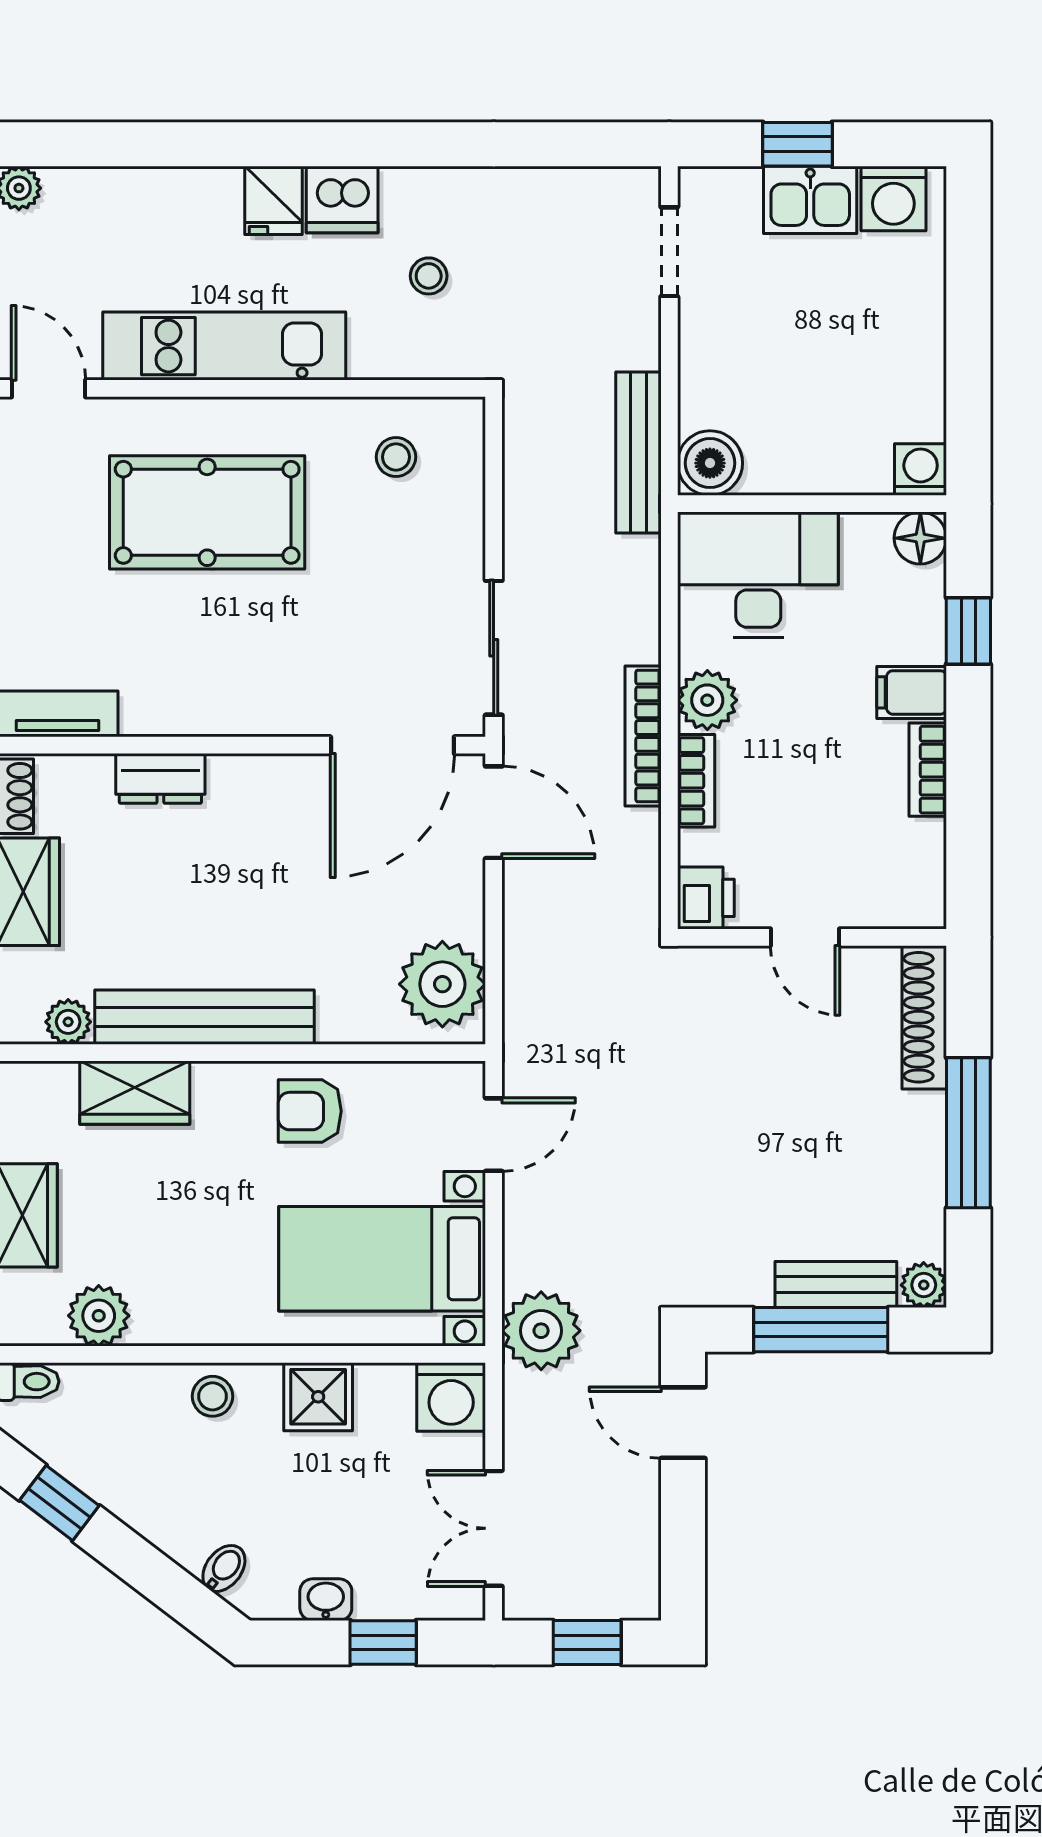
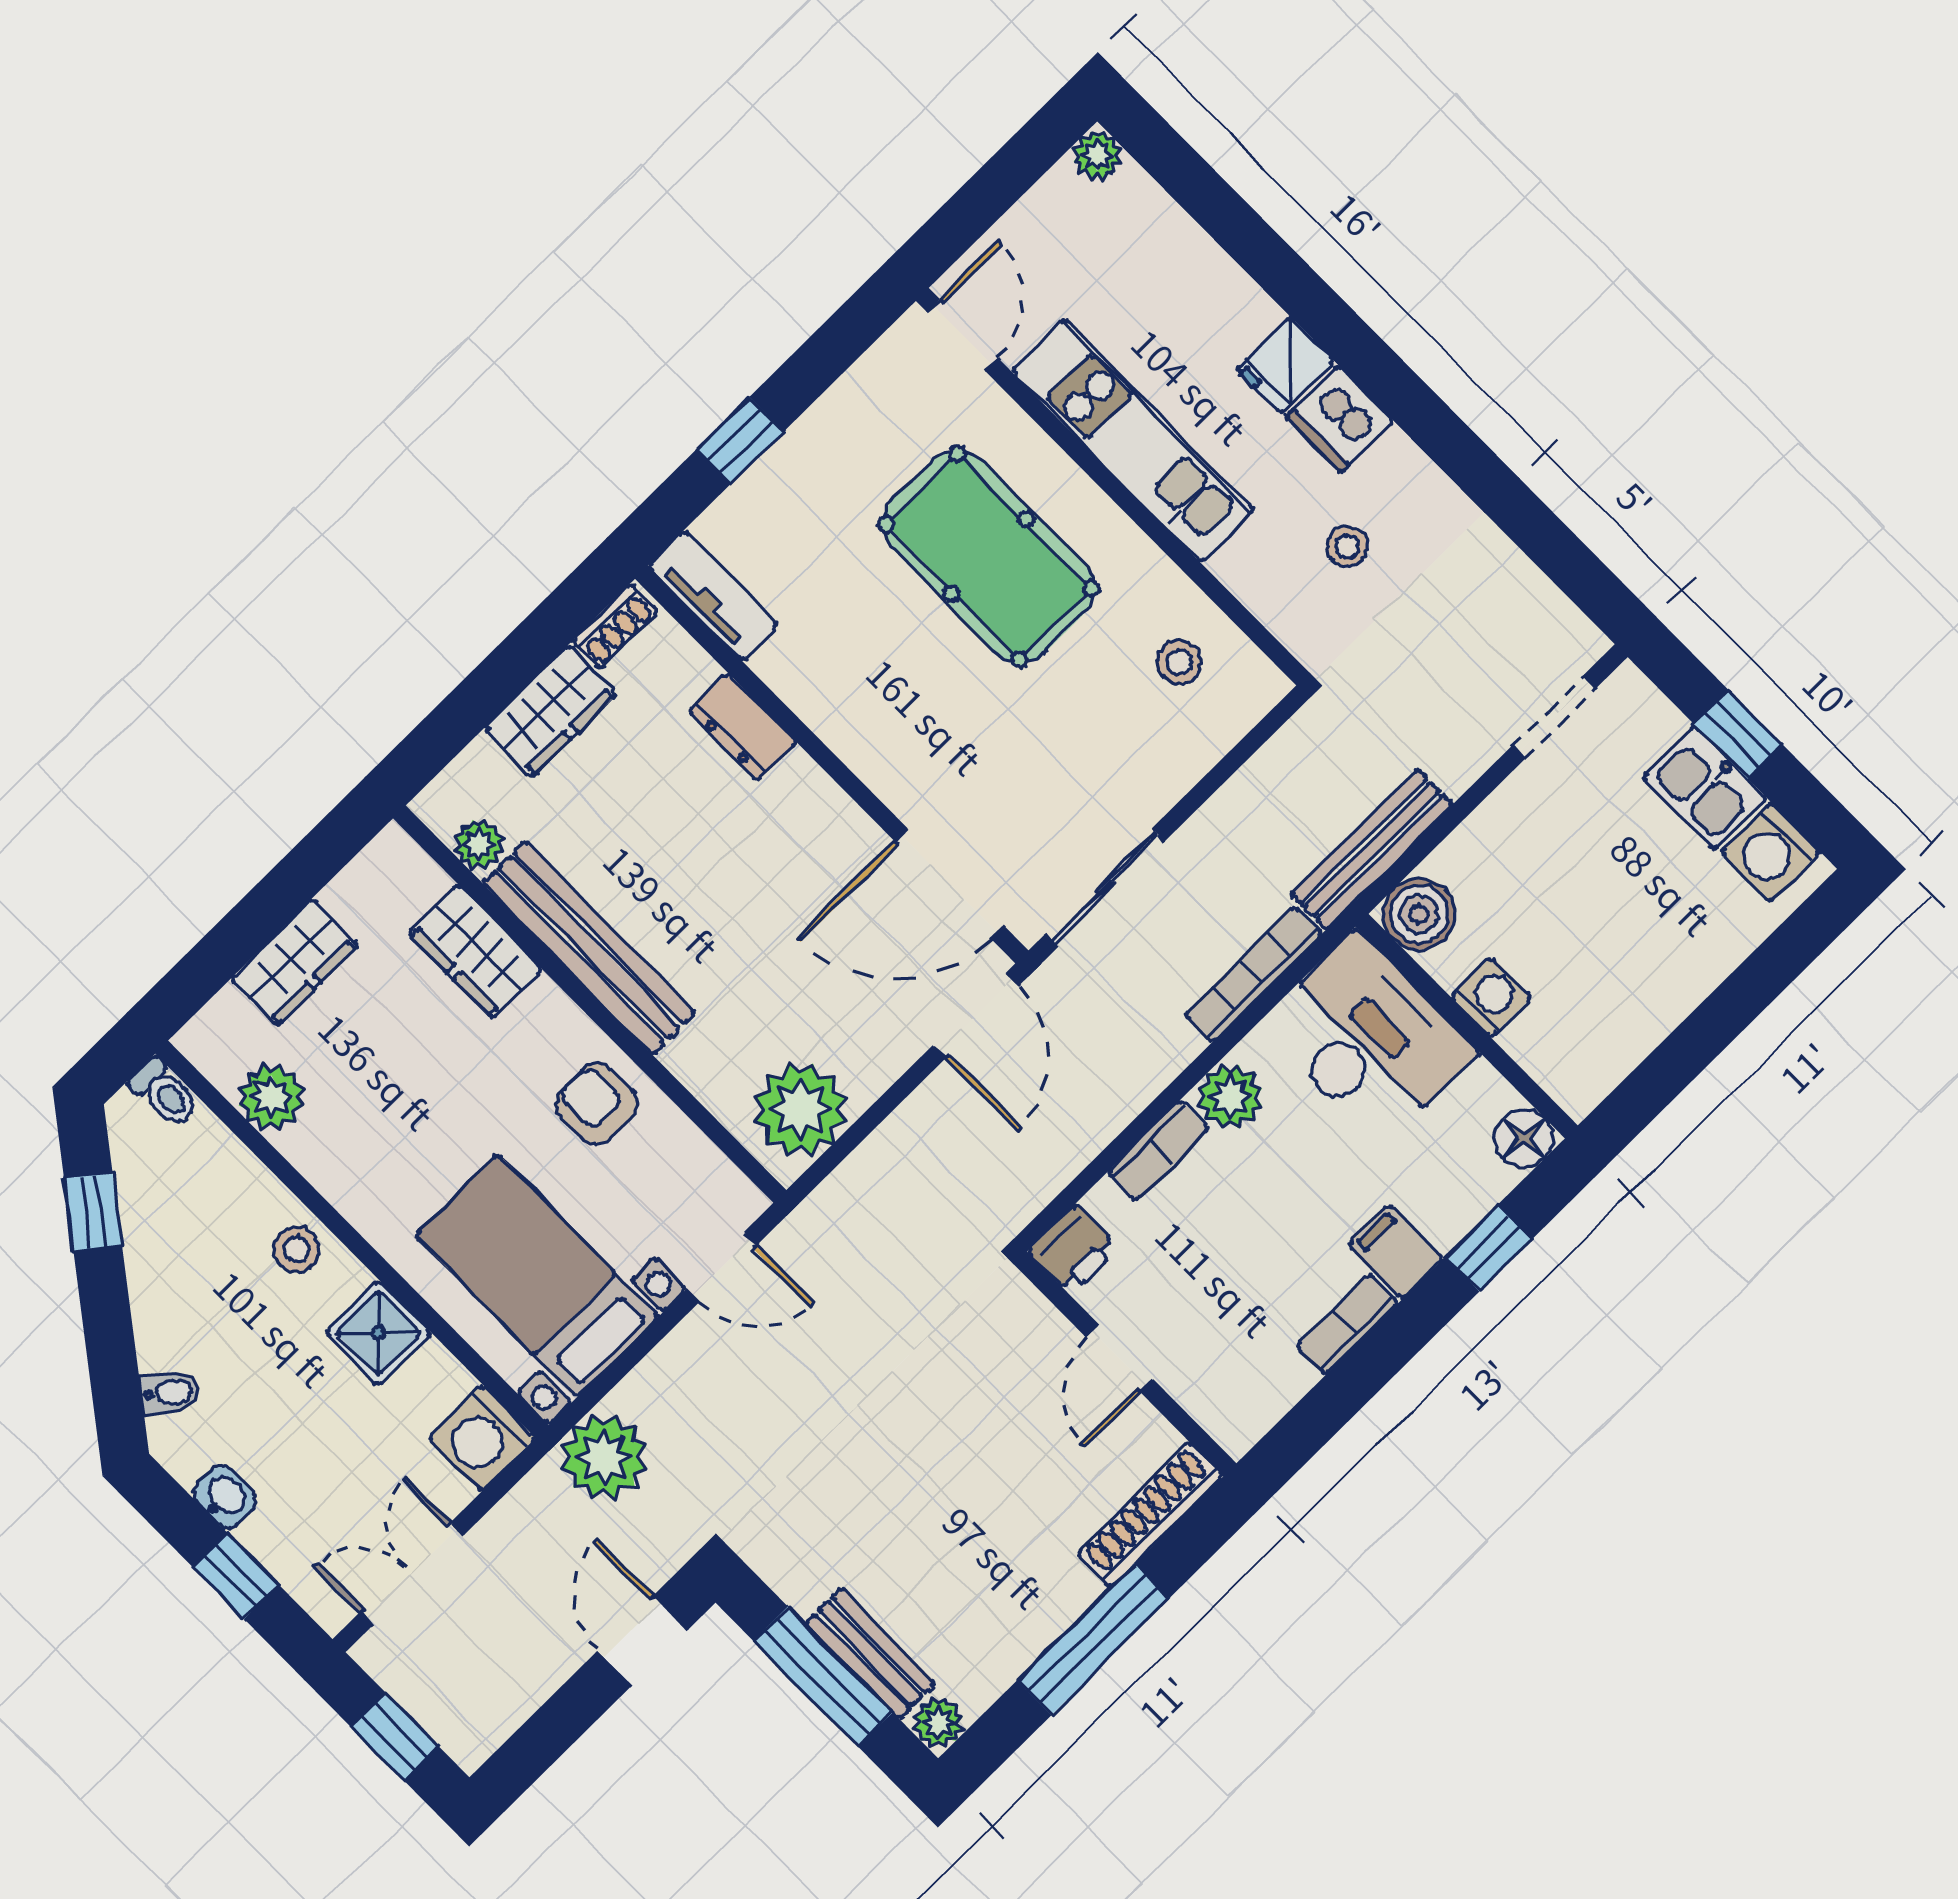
washing machine: (921, 470) -> (1491, 997), moved
bookcase: (643, 736) -> (1253, 974), moved

